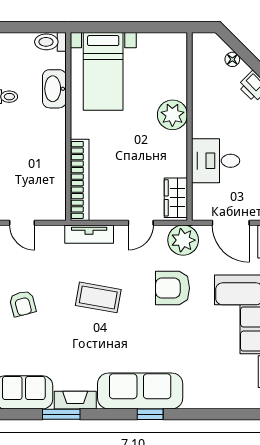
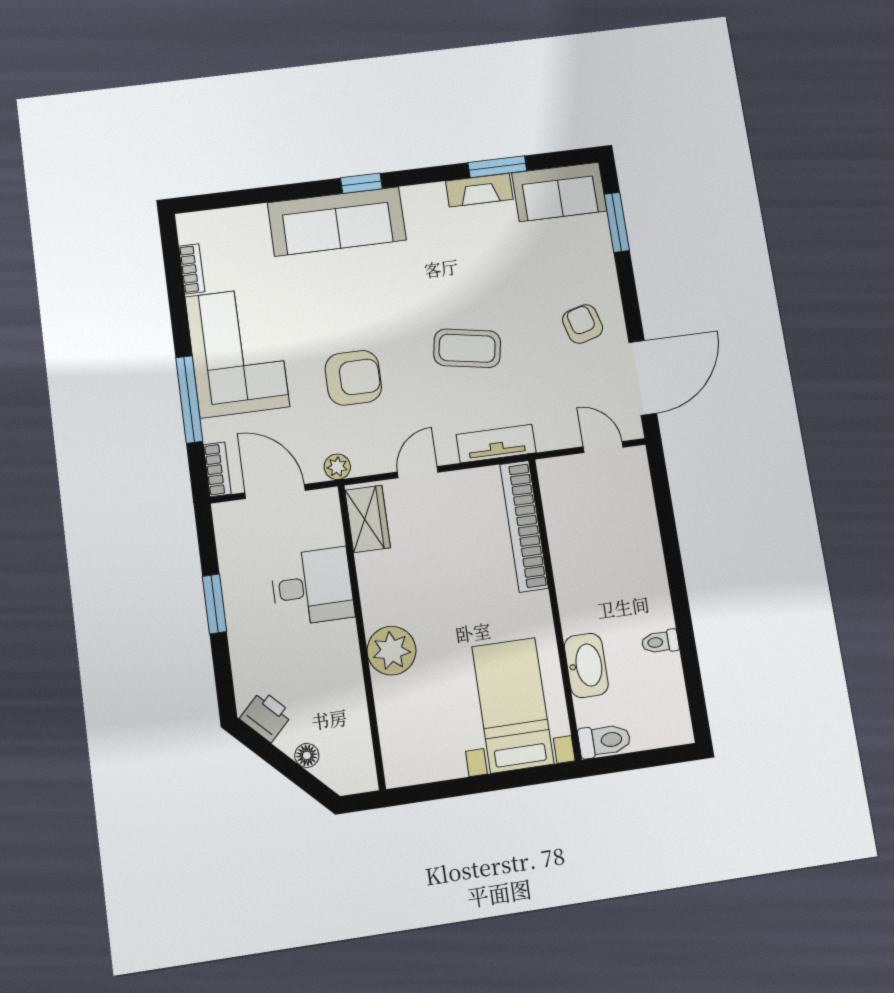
plant: (183, 240) -> (337, 467), width x0.53, depth x0.53
sofa: (140, 391) -> (337, 221), moved

